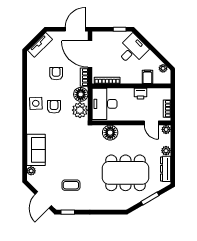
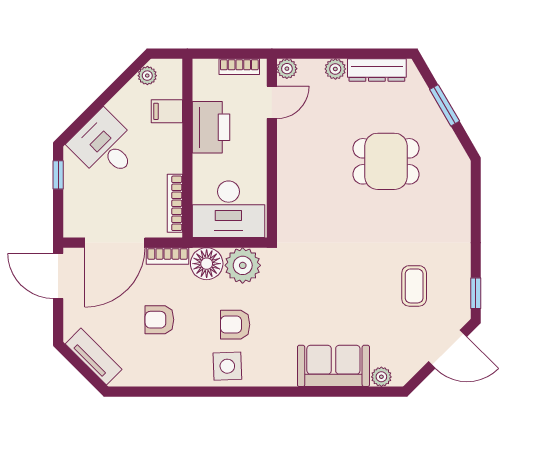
printer: (140, 94) -> (211, 127), width x1.87, depth x1.48
floor lamp: (110, 133) -> (294, 196), removed
dining table: (126, 173) -> (386, 161), width x0.53, depth x0.80

